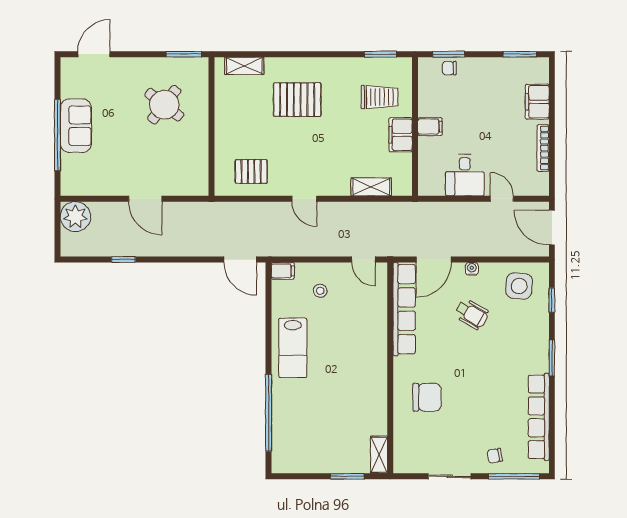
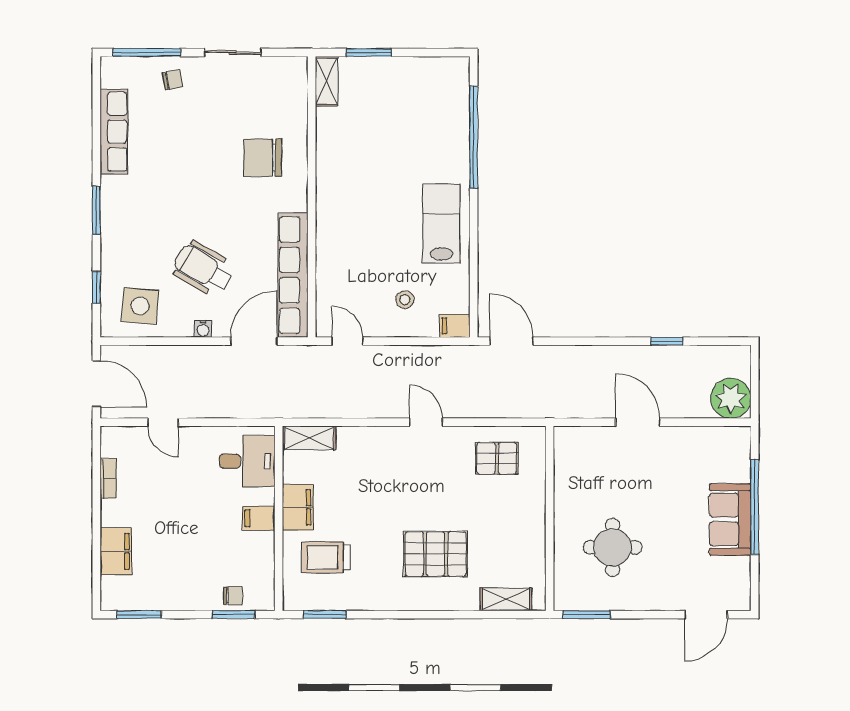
round table: (164, 105) -> (612, 547), turned -38
bookcase: (543, 148) -> (108, 478), width x0.64
desk: (465, 175) -> (247, 461), moved, turned 90
shelving: (371, 187) -> (309, 438), moved
wheelchair: (471, 314) -> (203, 269), width x1.36, depth x1.37
row of seats: (539, 417) -> (114, 132), width x0.73

